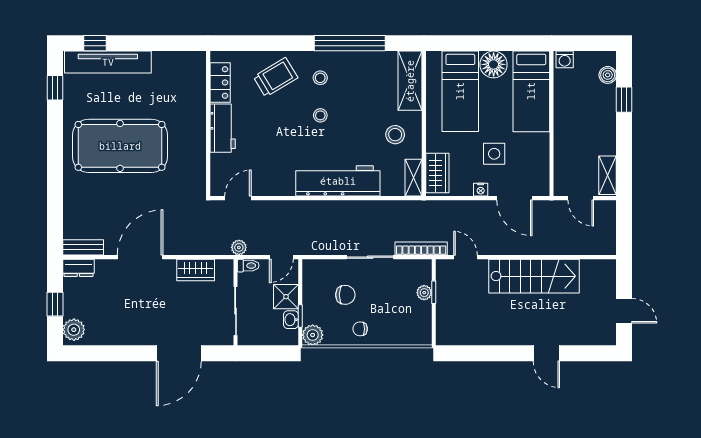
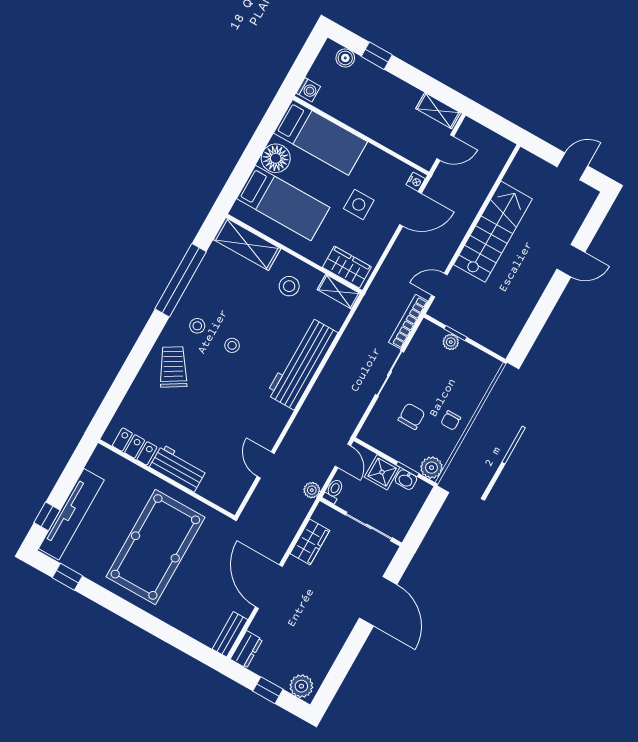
locker: (220, 82) -> (135, 446), moved
wall: (208, 124) -> (166, 479), moved
workbench: (223, 128) -> (178, 468), moved
nightstand: (481, 190) -> (416, 182), moved

